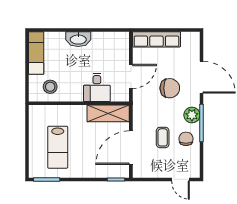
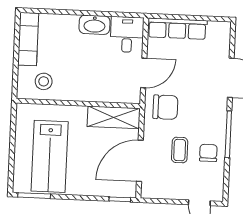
washbasin: (78, 39) -> (95, 25), moved
desk: (97, 87) -> (127, 35), moved, turned 180
chair: (170, 88) -> (165, 107), moved
plant: (192, 115) -> (217, 124), removed
lab bench: (58, 147) -> (50, 156), width x1.36, depth x1.39

